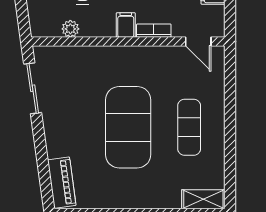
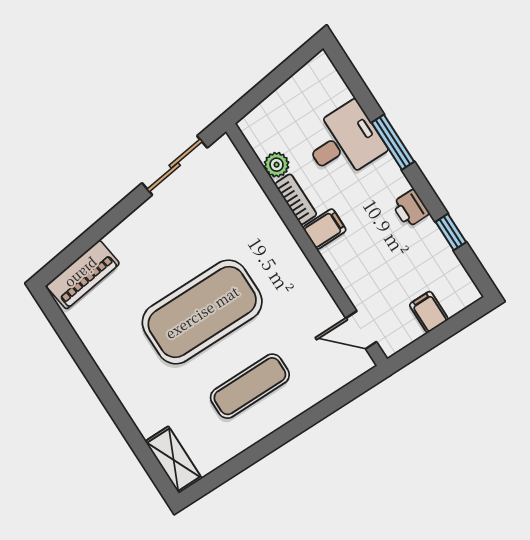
bookcase: (154, 31) -> (296, 199), moved
door: (198, 42) -> (361, 330), hinge flipped

